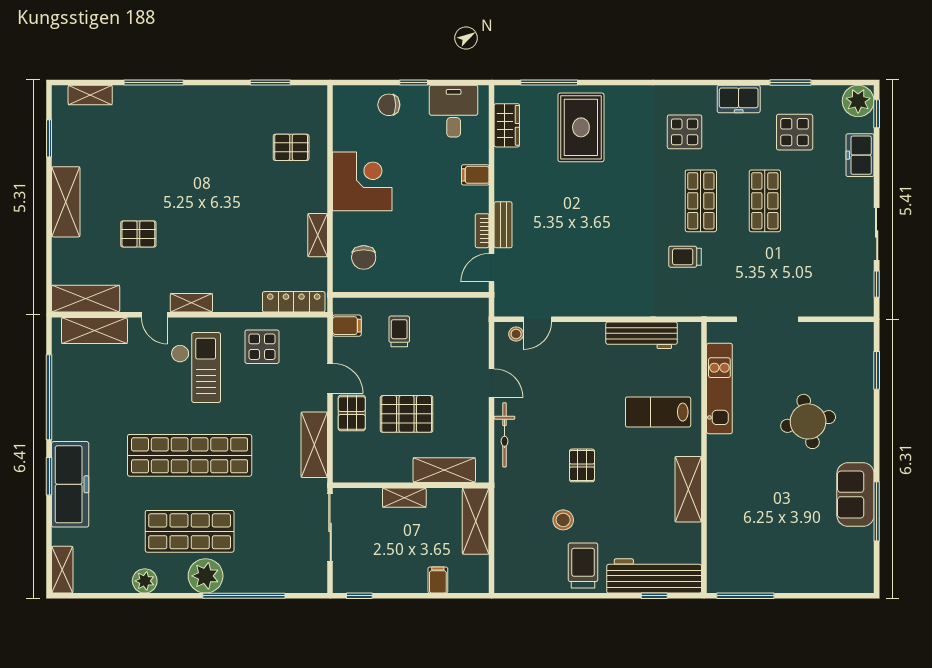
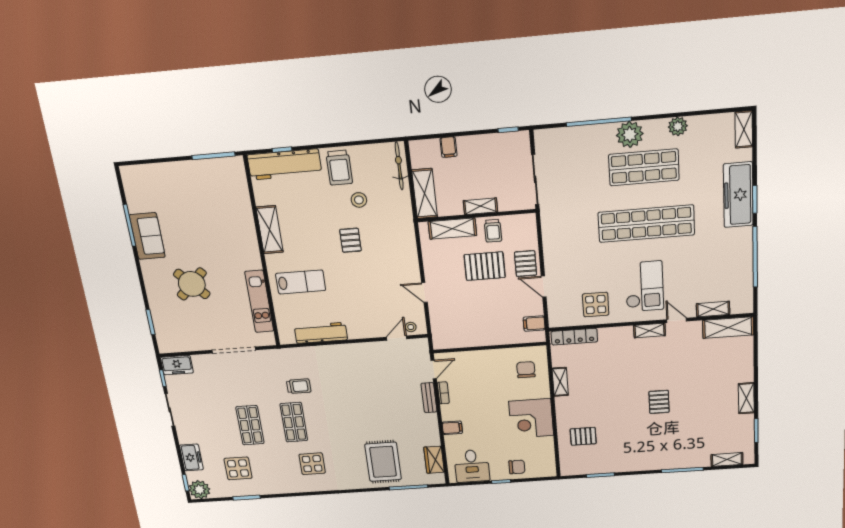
freezer: (739, 99) -> (177, 365), moved, turned 180
shelving: (66, 202) -> (746, 398), width x0.67, depth x0.75
pallet: (138, 234) -> (659, 402), moved, turned 90
shelving: (94, 331) -> (713, 309), width x0.67, depth x0.75
trolley: (399, 331) -> (493, 231), moved
checkout: (196, 368) -> (644, 286), turned 180
round table: (808, 421) -> (192, 284), turned -32
bicycle: (504, 435) -> (399, 166), moved
shelving: (314, 445) -> (552, 239), removed

